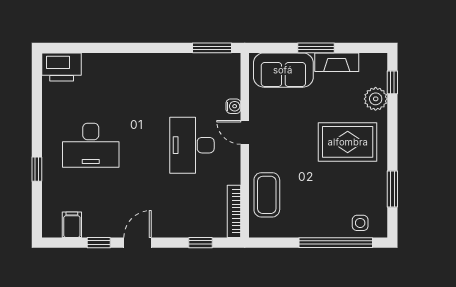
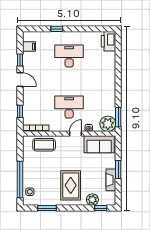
plant: (225, 68) -> (108, 124), added
sofa: (283, 70) -> (99, 144), moved, turned -90
desk: (91, 145) -> (69, 56), turned 90

